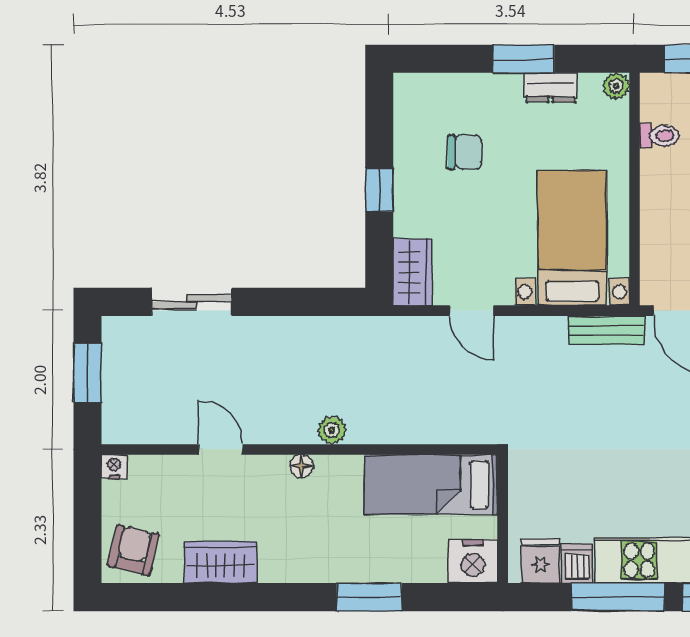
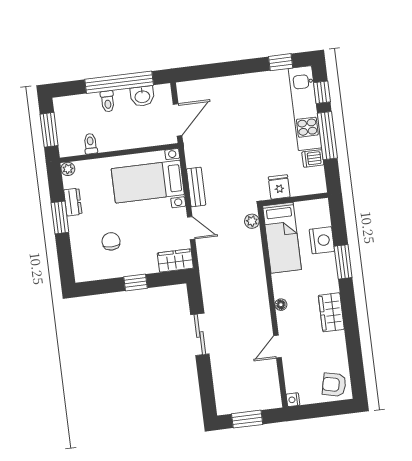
sliding door: (192, 302) -> (200, 334), moved
door: (472, 311) -> (191, 228), hinge flipped
bench: (606, 330) -> (196, 187), moved
plant: (332, 430) -> (252, 221), moved
nightstand: (473, 561) -> (322, 240), moved
fridge: (540, 561) -> (279, 187), moved, turned 90
wardrobe: (221, 562) -> (331, 312), moved

